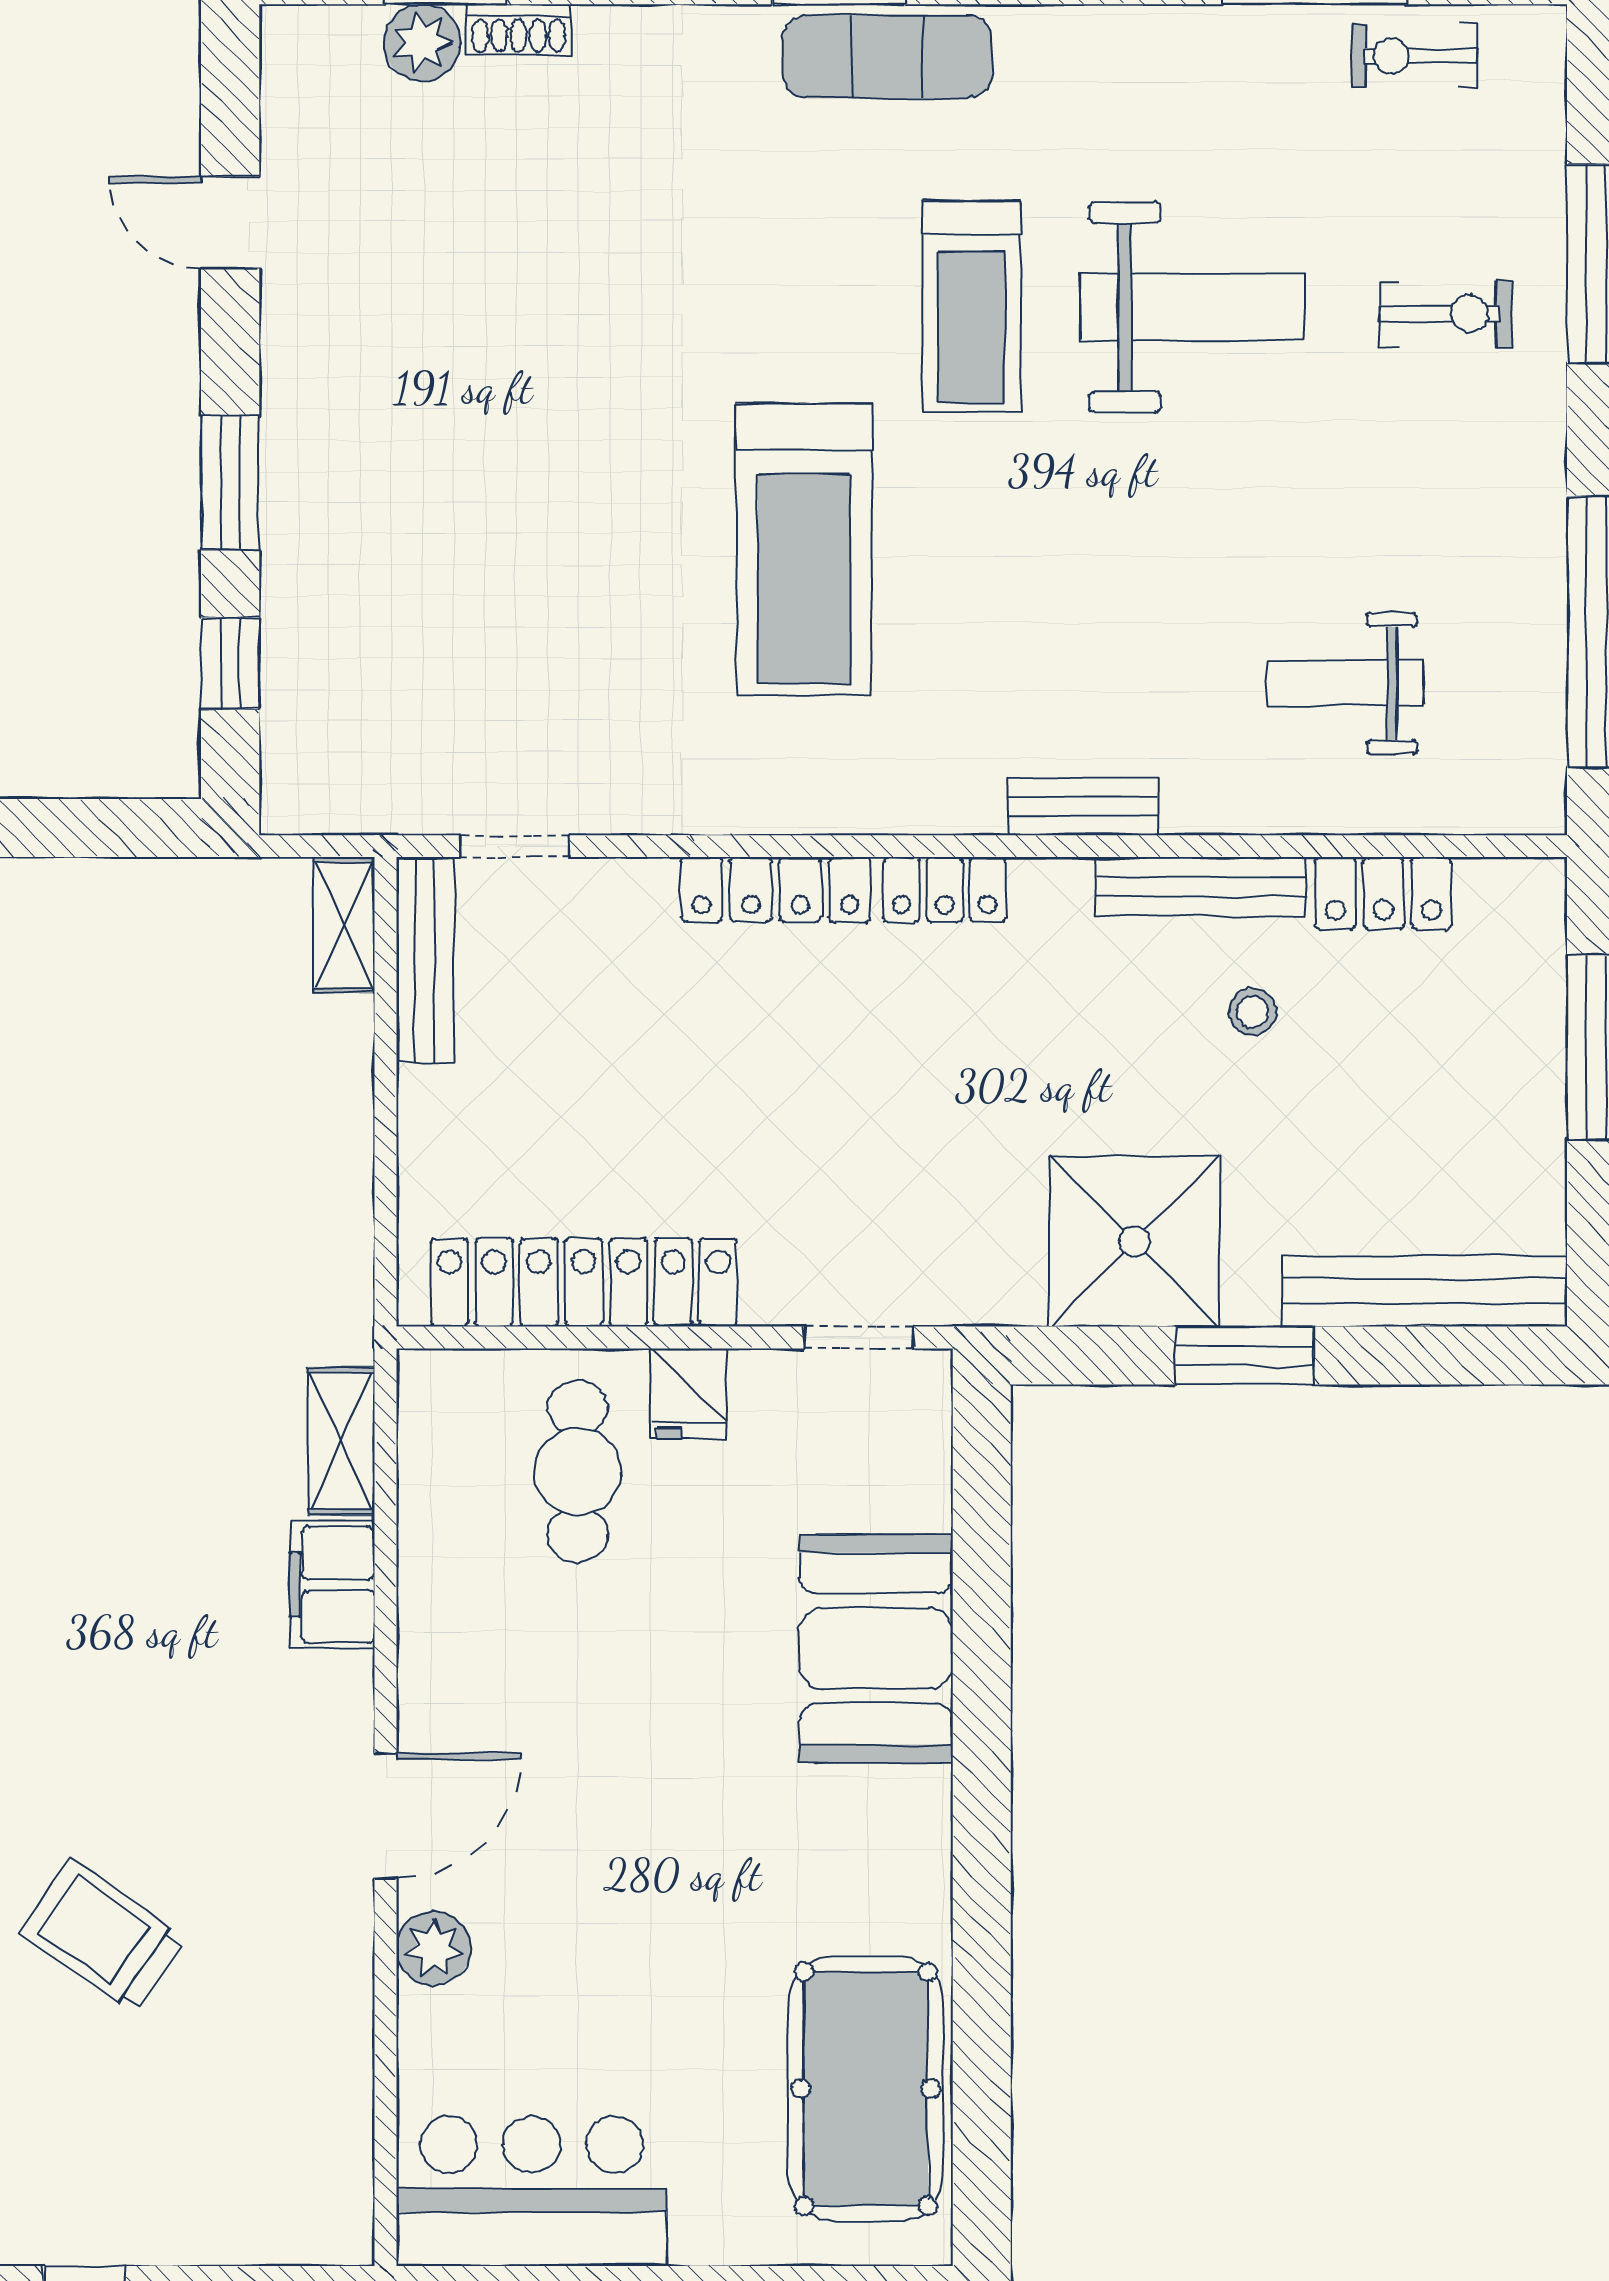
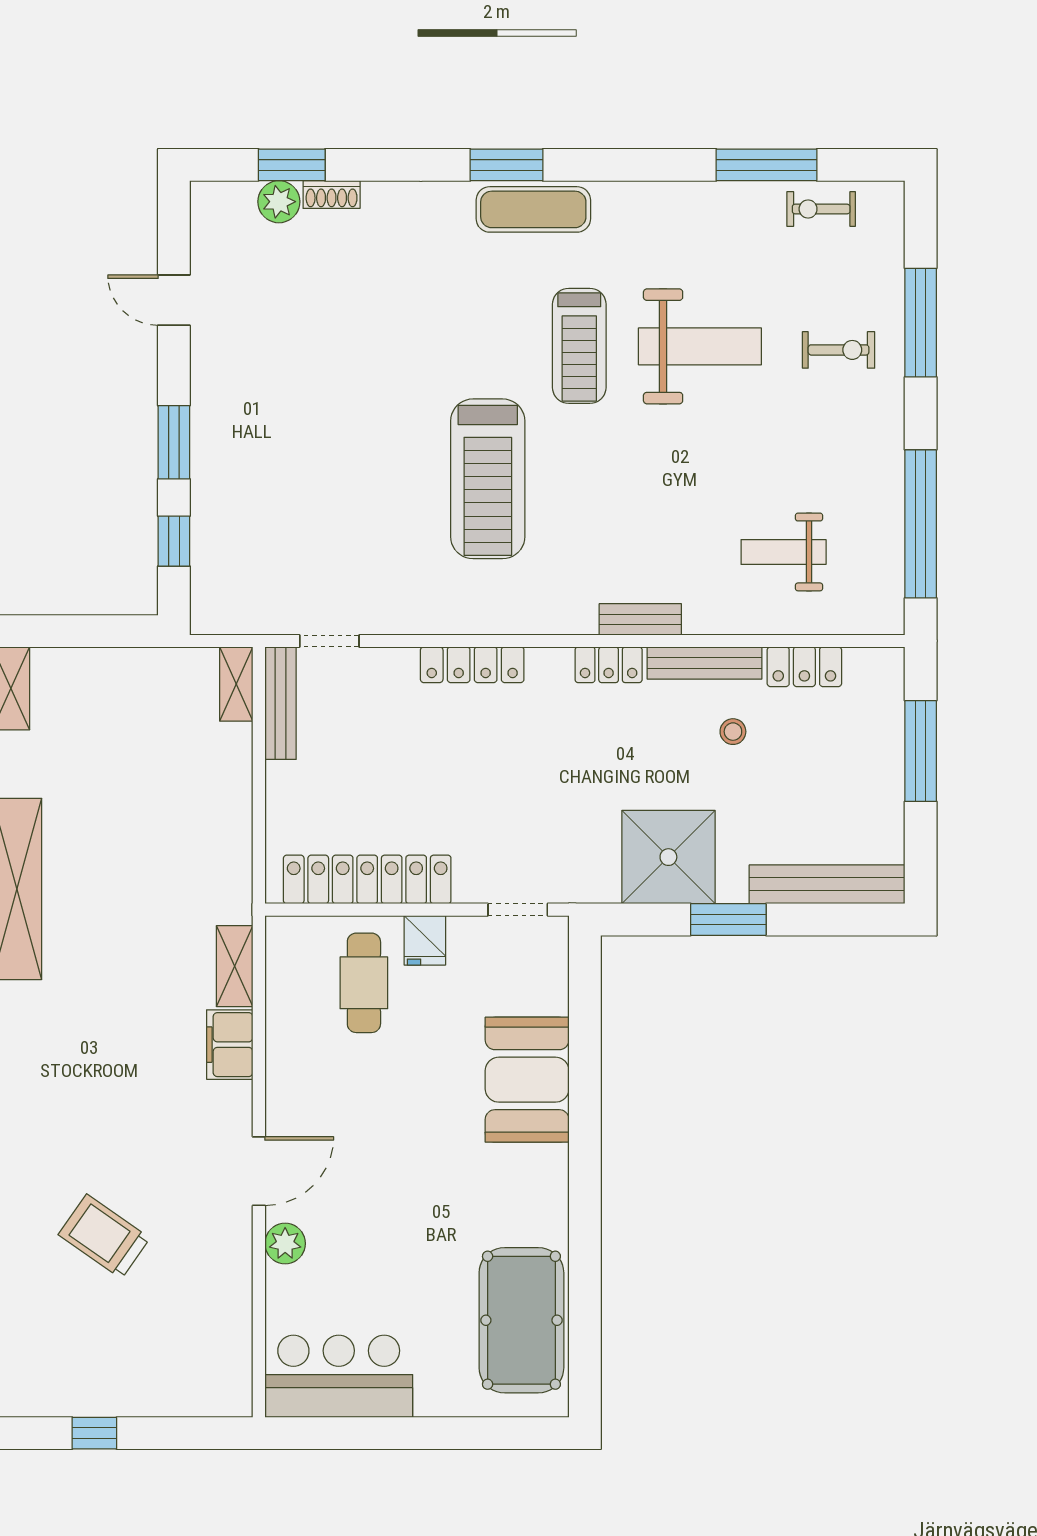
locker: (945, 890) -> (609, 665), moved

